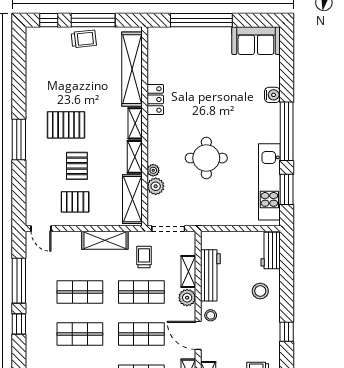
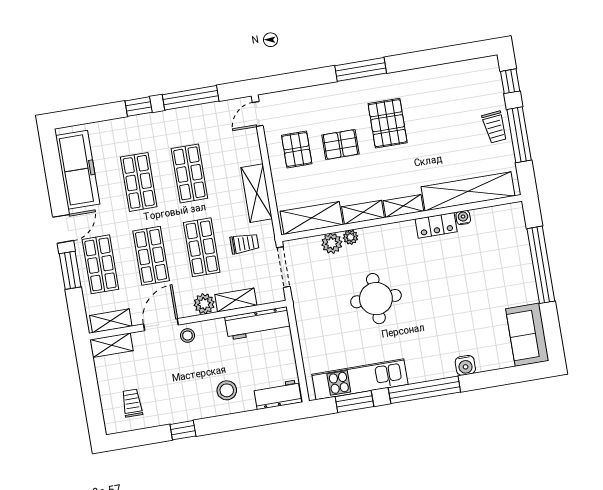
water cooler: (153, 77) -> (463, 218), added
workbench: (210, 275) -> (258, 323), moved

